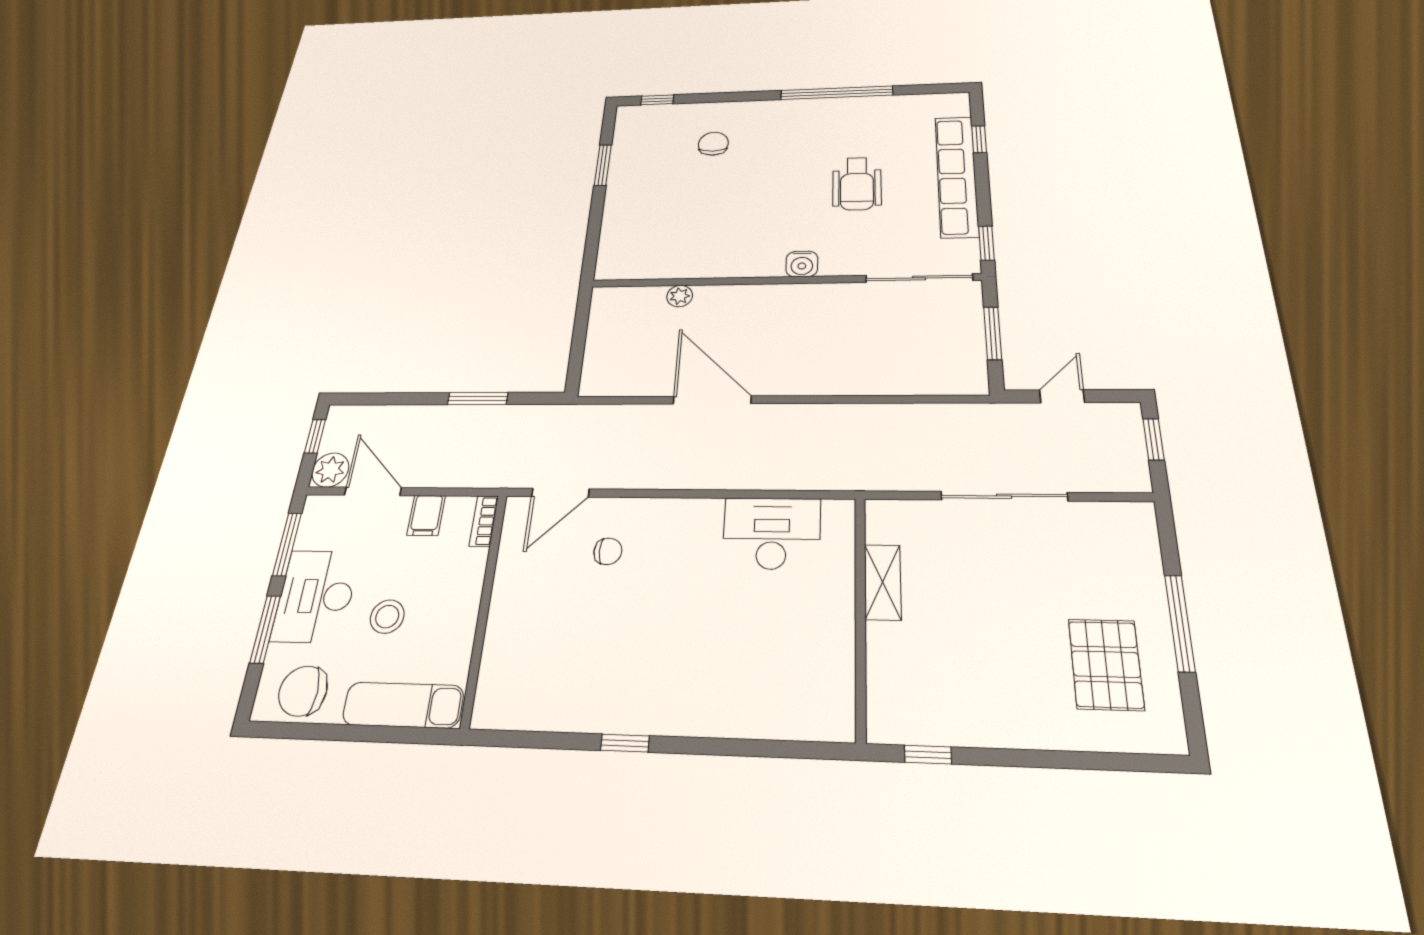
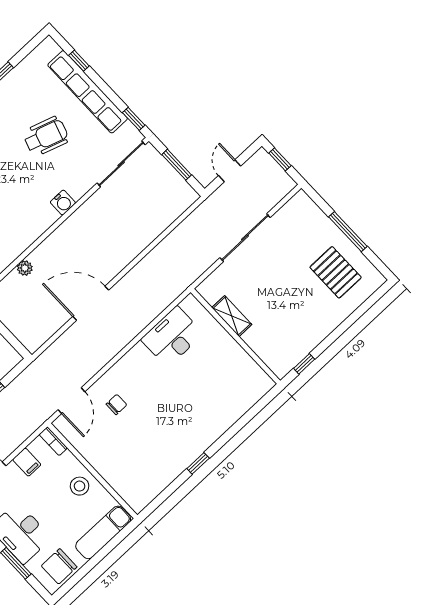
wheelchair: (857, 184) -> (46, 136), turned -72
stool: (387, 617) -> (80, 486), moved

